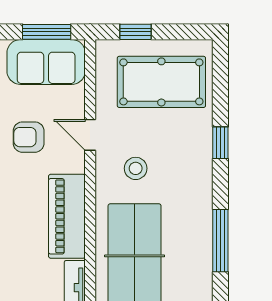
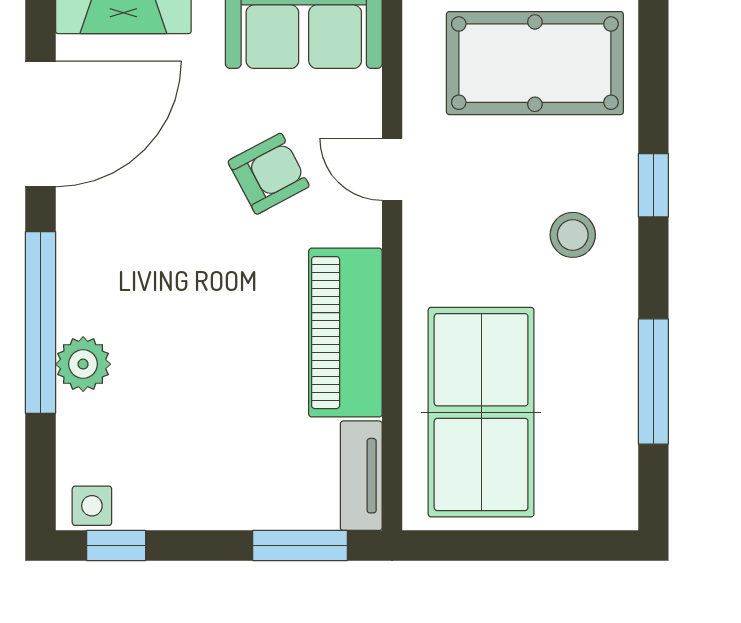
armchair: (29, 137) -> (269, 174), turned 152
stool: (136, 168) -> (573, 235), moved

